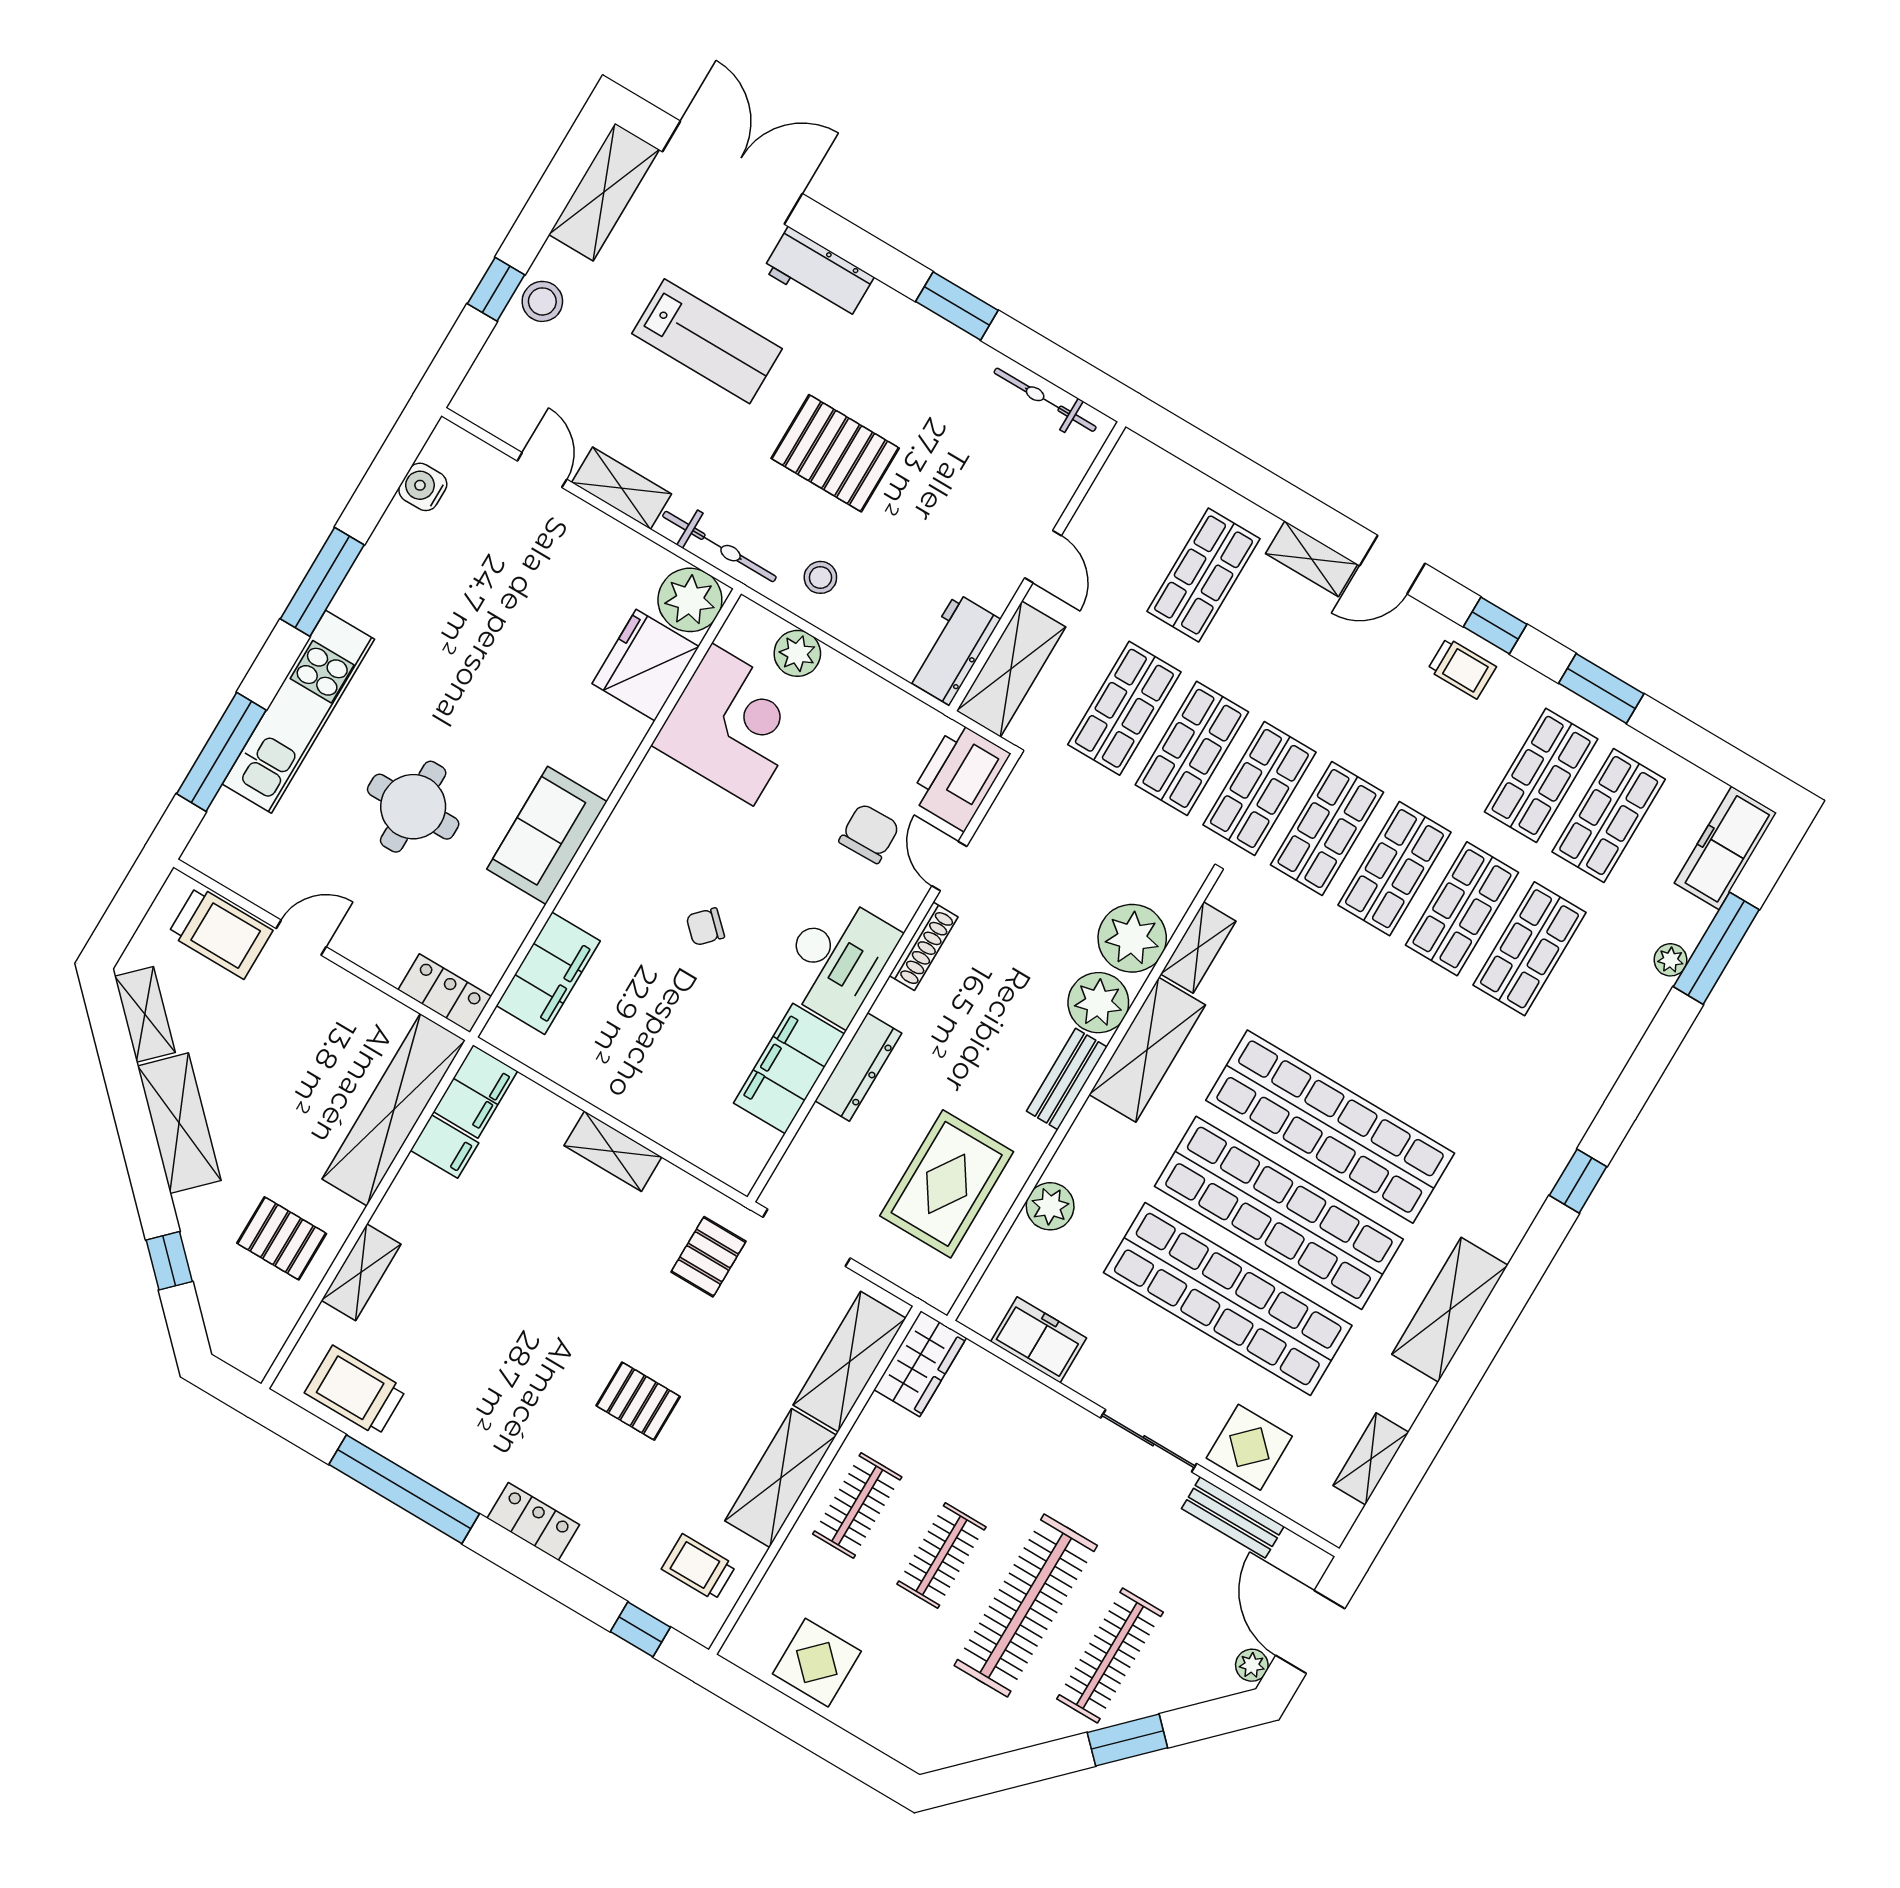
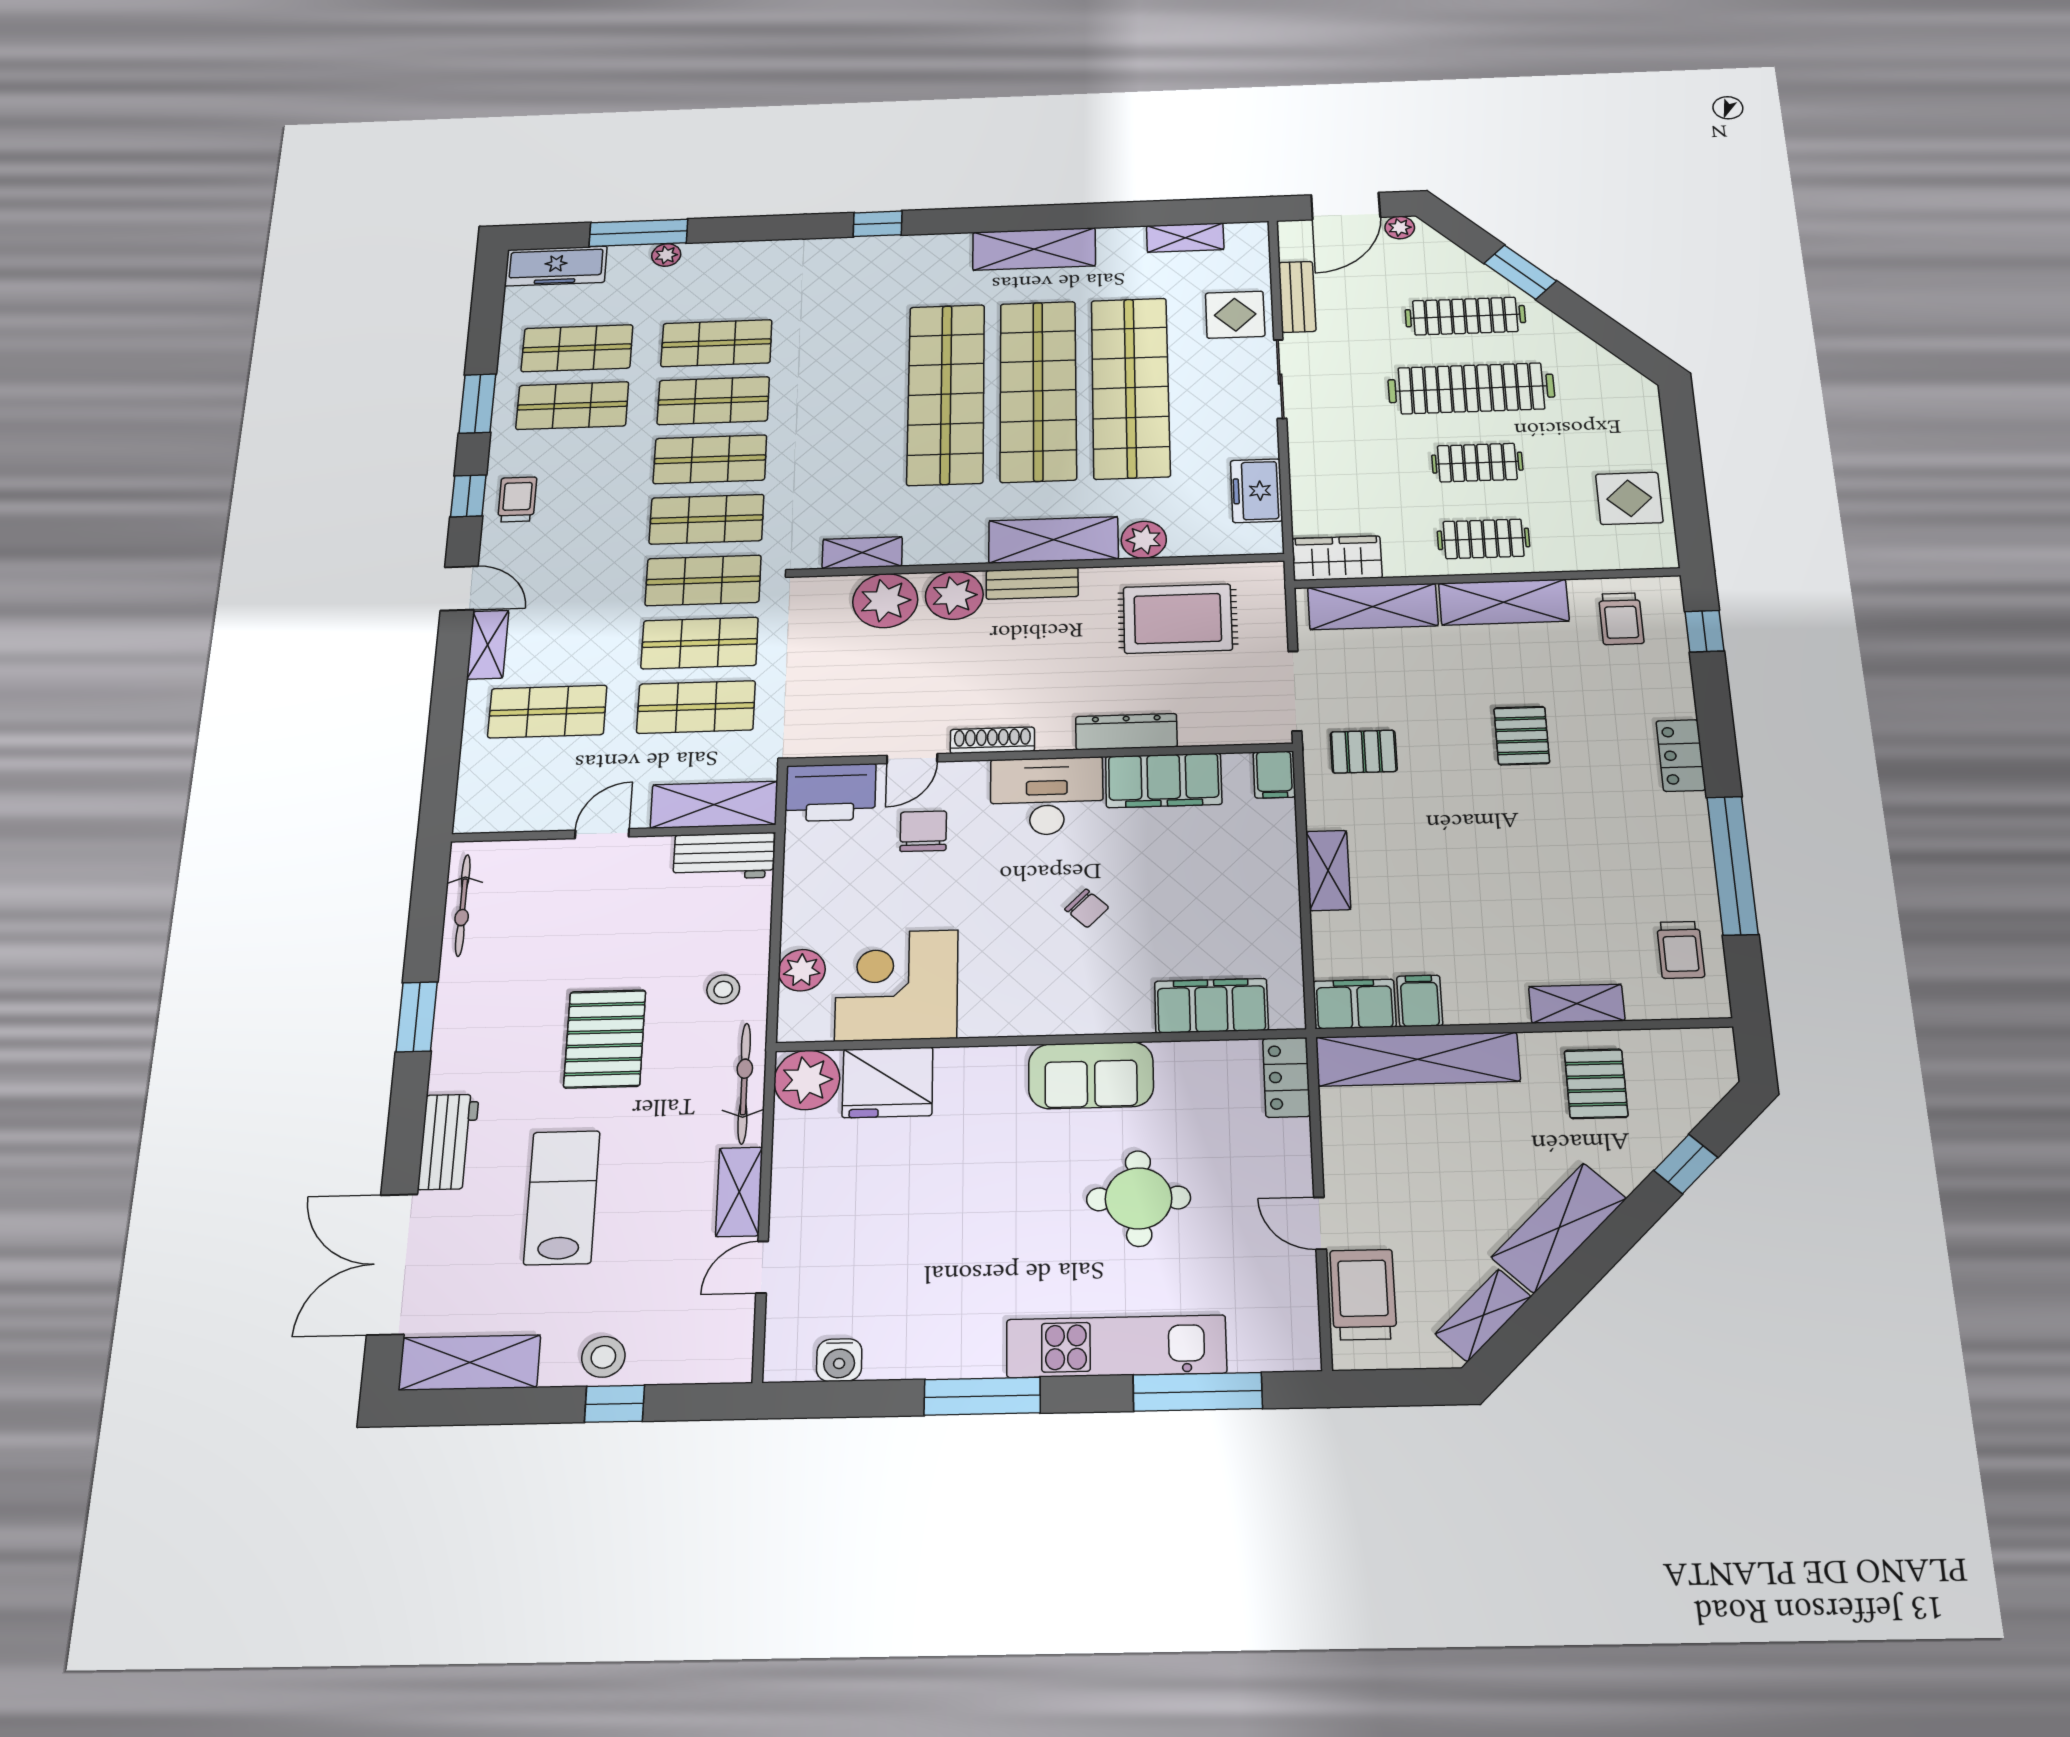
chair: (869, 833) -> (923, 831), turned 91
shelving: (1147, 1050) -> (1053, 540), moved
filing cabinet: (735, 1166) -> (1274, 775), added
trolley: (355, 1391) -> (1681, 950), width x0.73, depth x0.72

